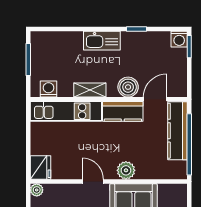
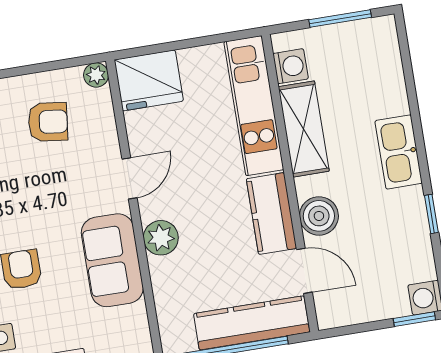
shelving: (90, 90) -> (304, 129), width x1.50, depth x1.33
fridge: (40, 168) -> (149, 80), width x1.36, depth x1.34

